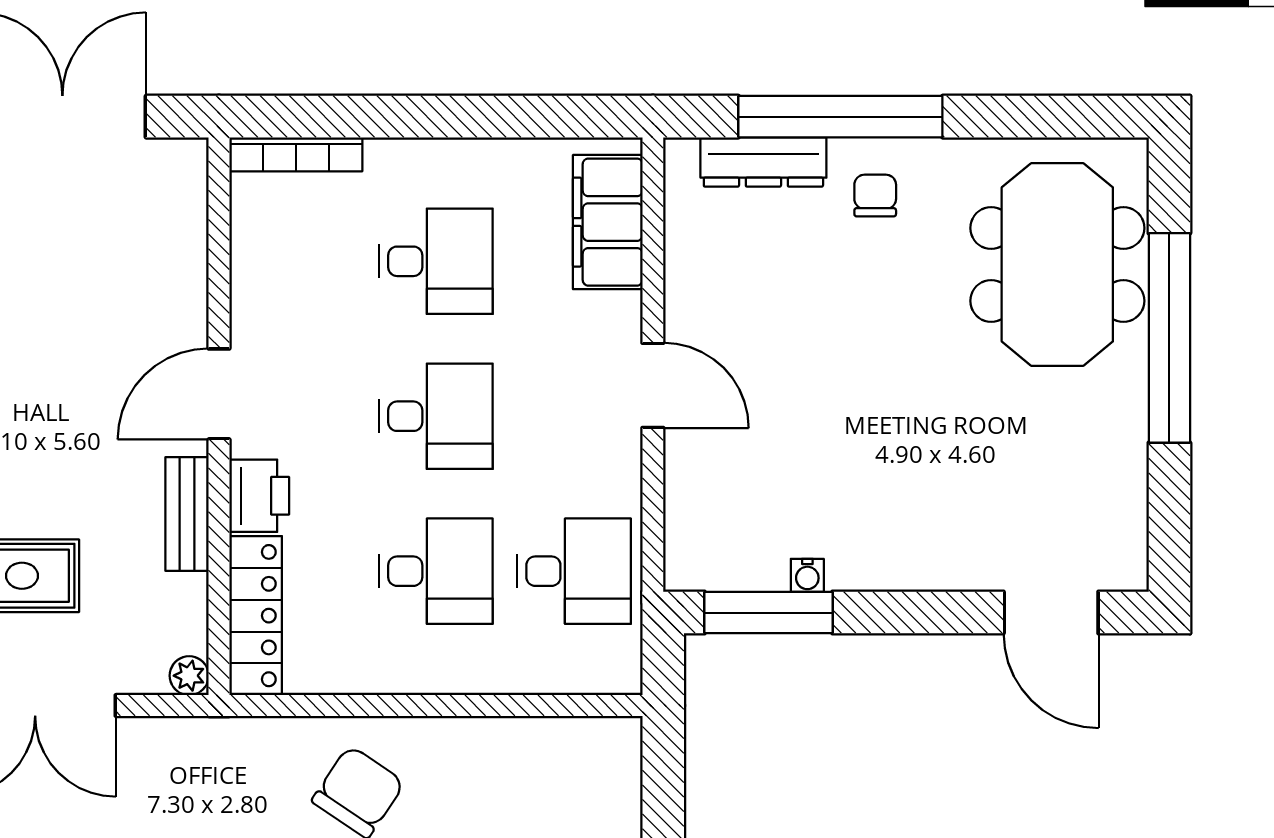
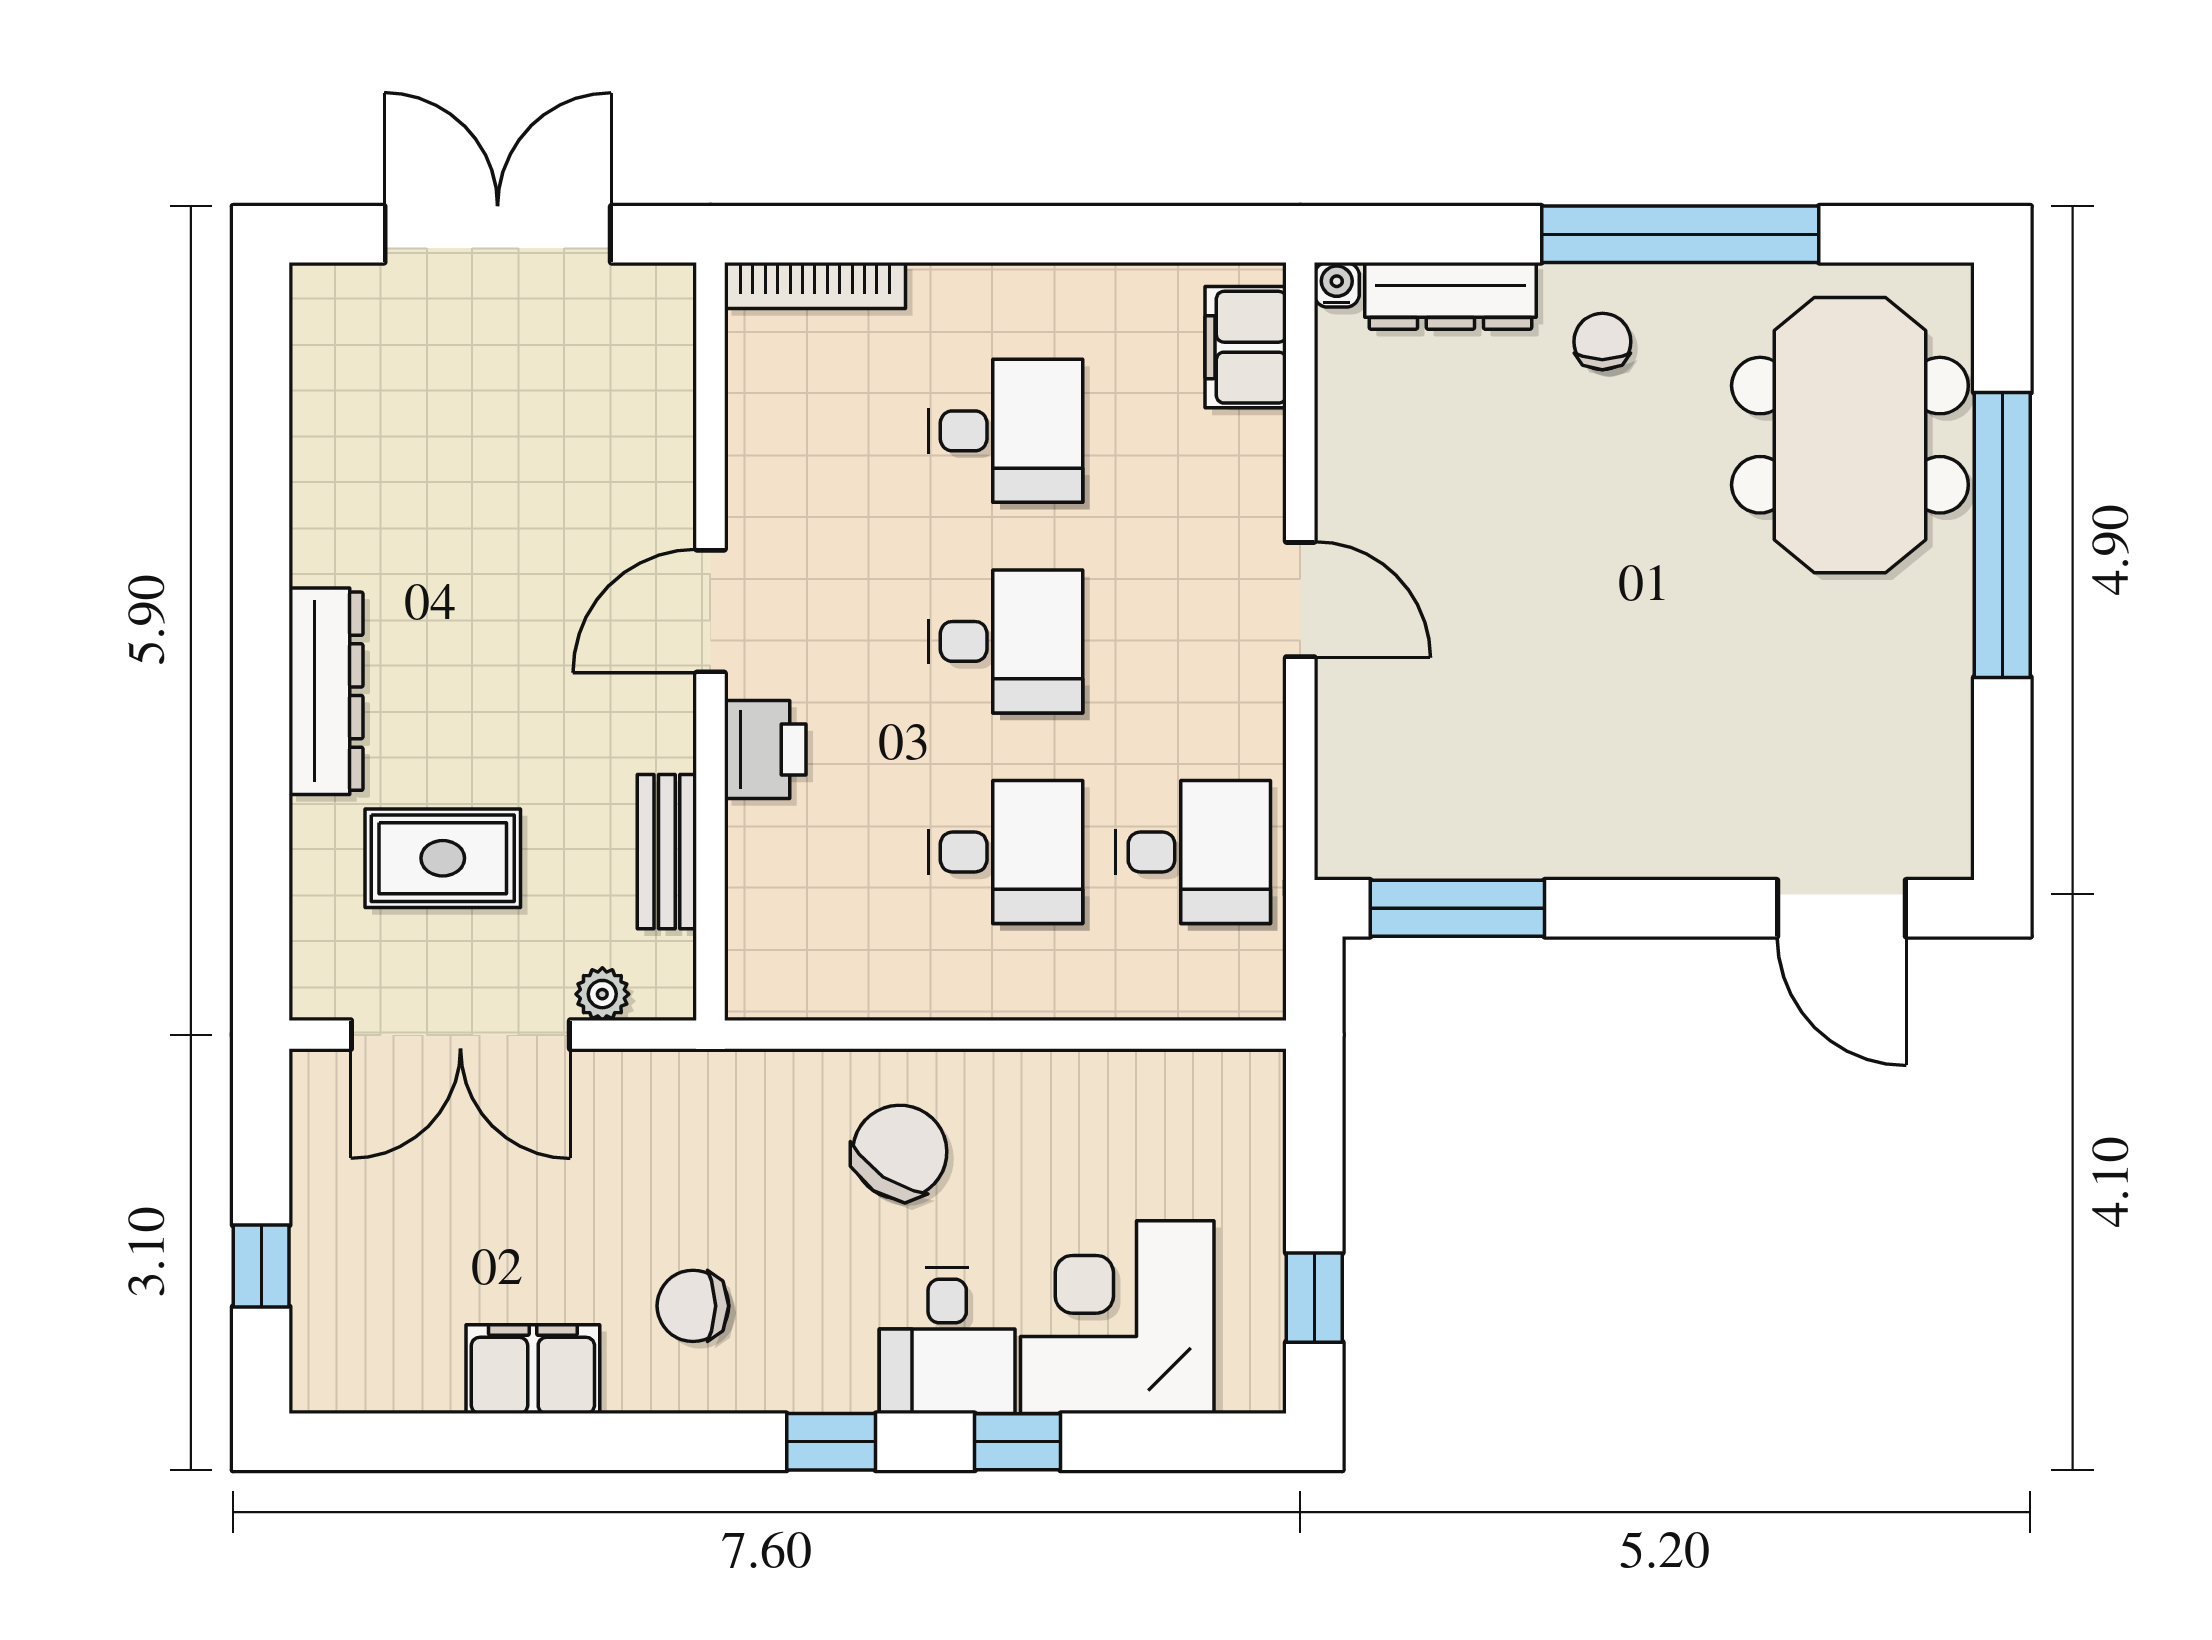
window: (840, 117) -> (1680, 234), moved
filing cabinet: (608, 222) -> (1246, 347), width x0.67, depth x0.86
bench: (187, 514) -> (667, 852), moved
water cooler: (807, 575) -> (1337, 285), moved, turned 180
locker: (256, 616) -> (760, 912), removed
plant: (189, 676) -> (602, 994), moved

